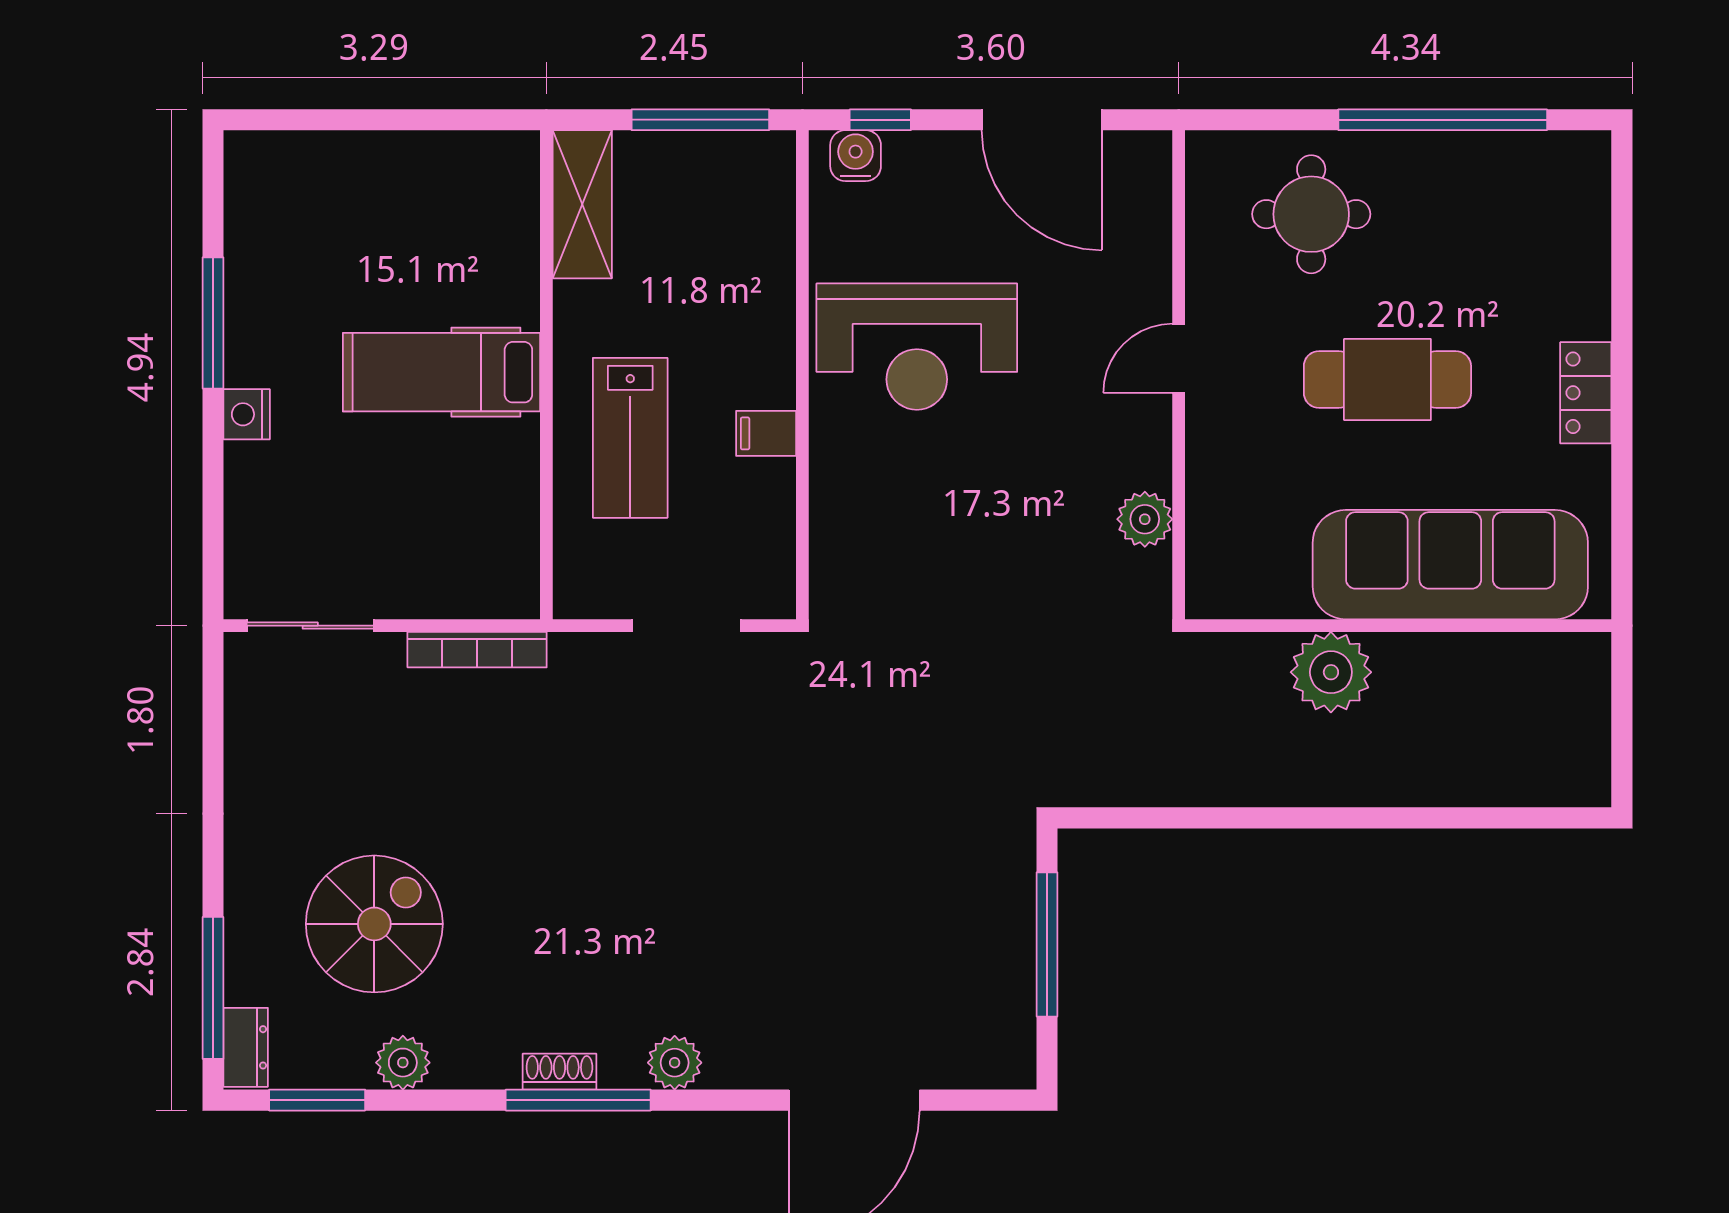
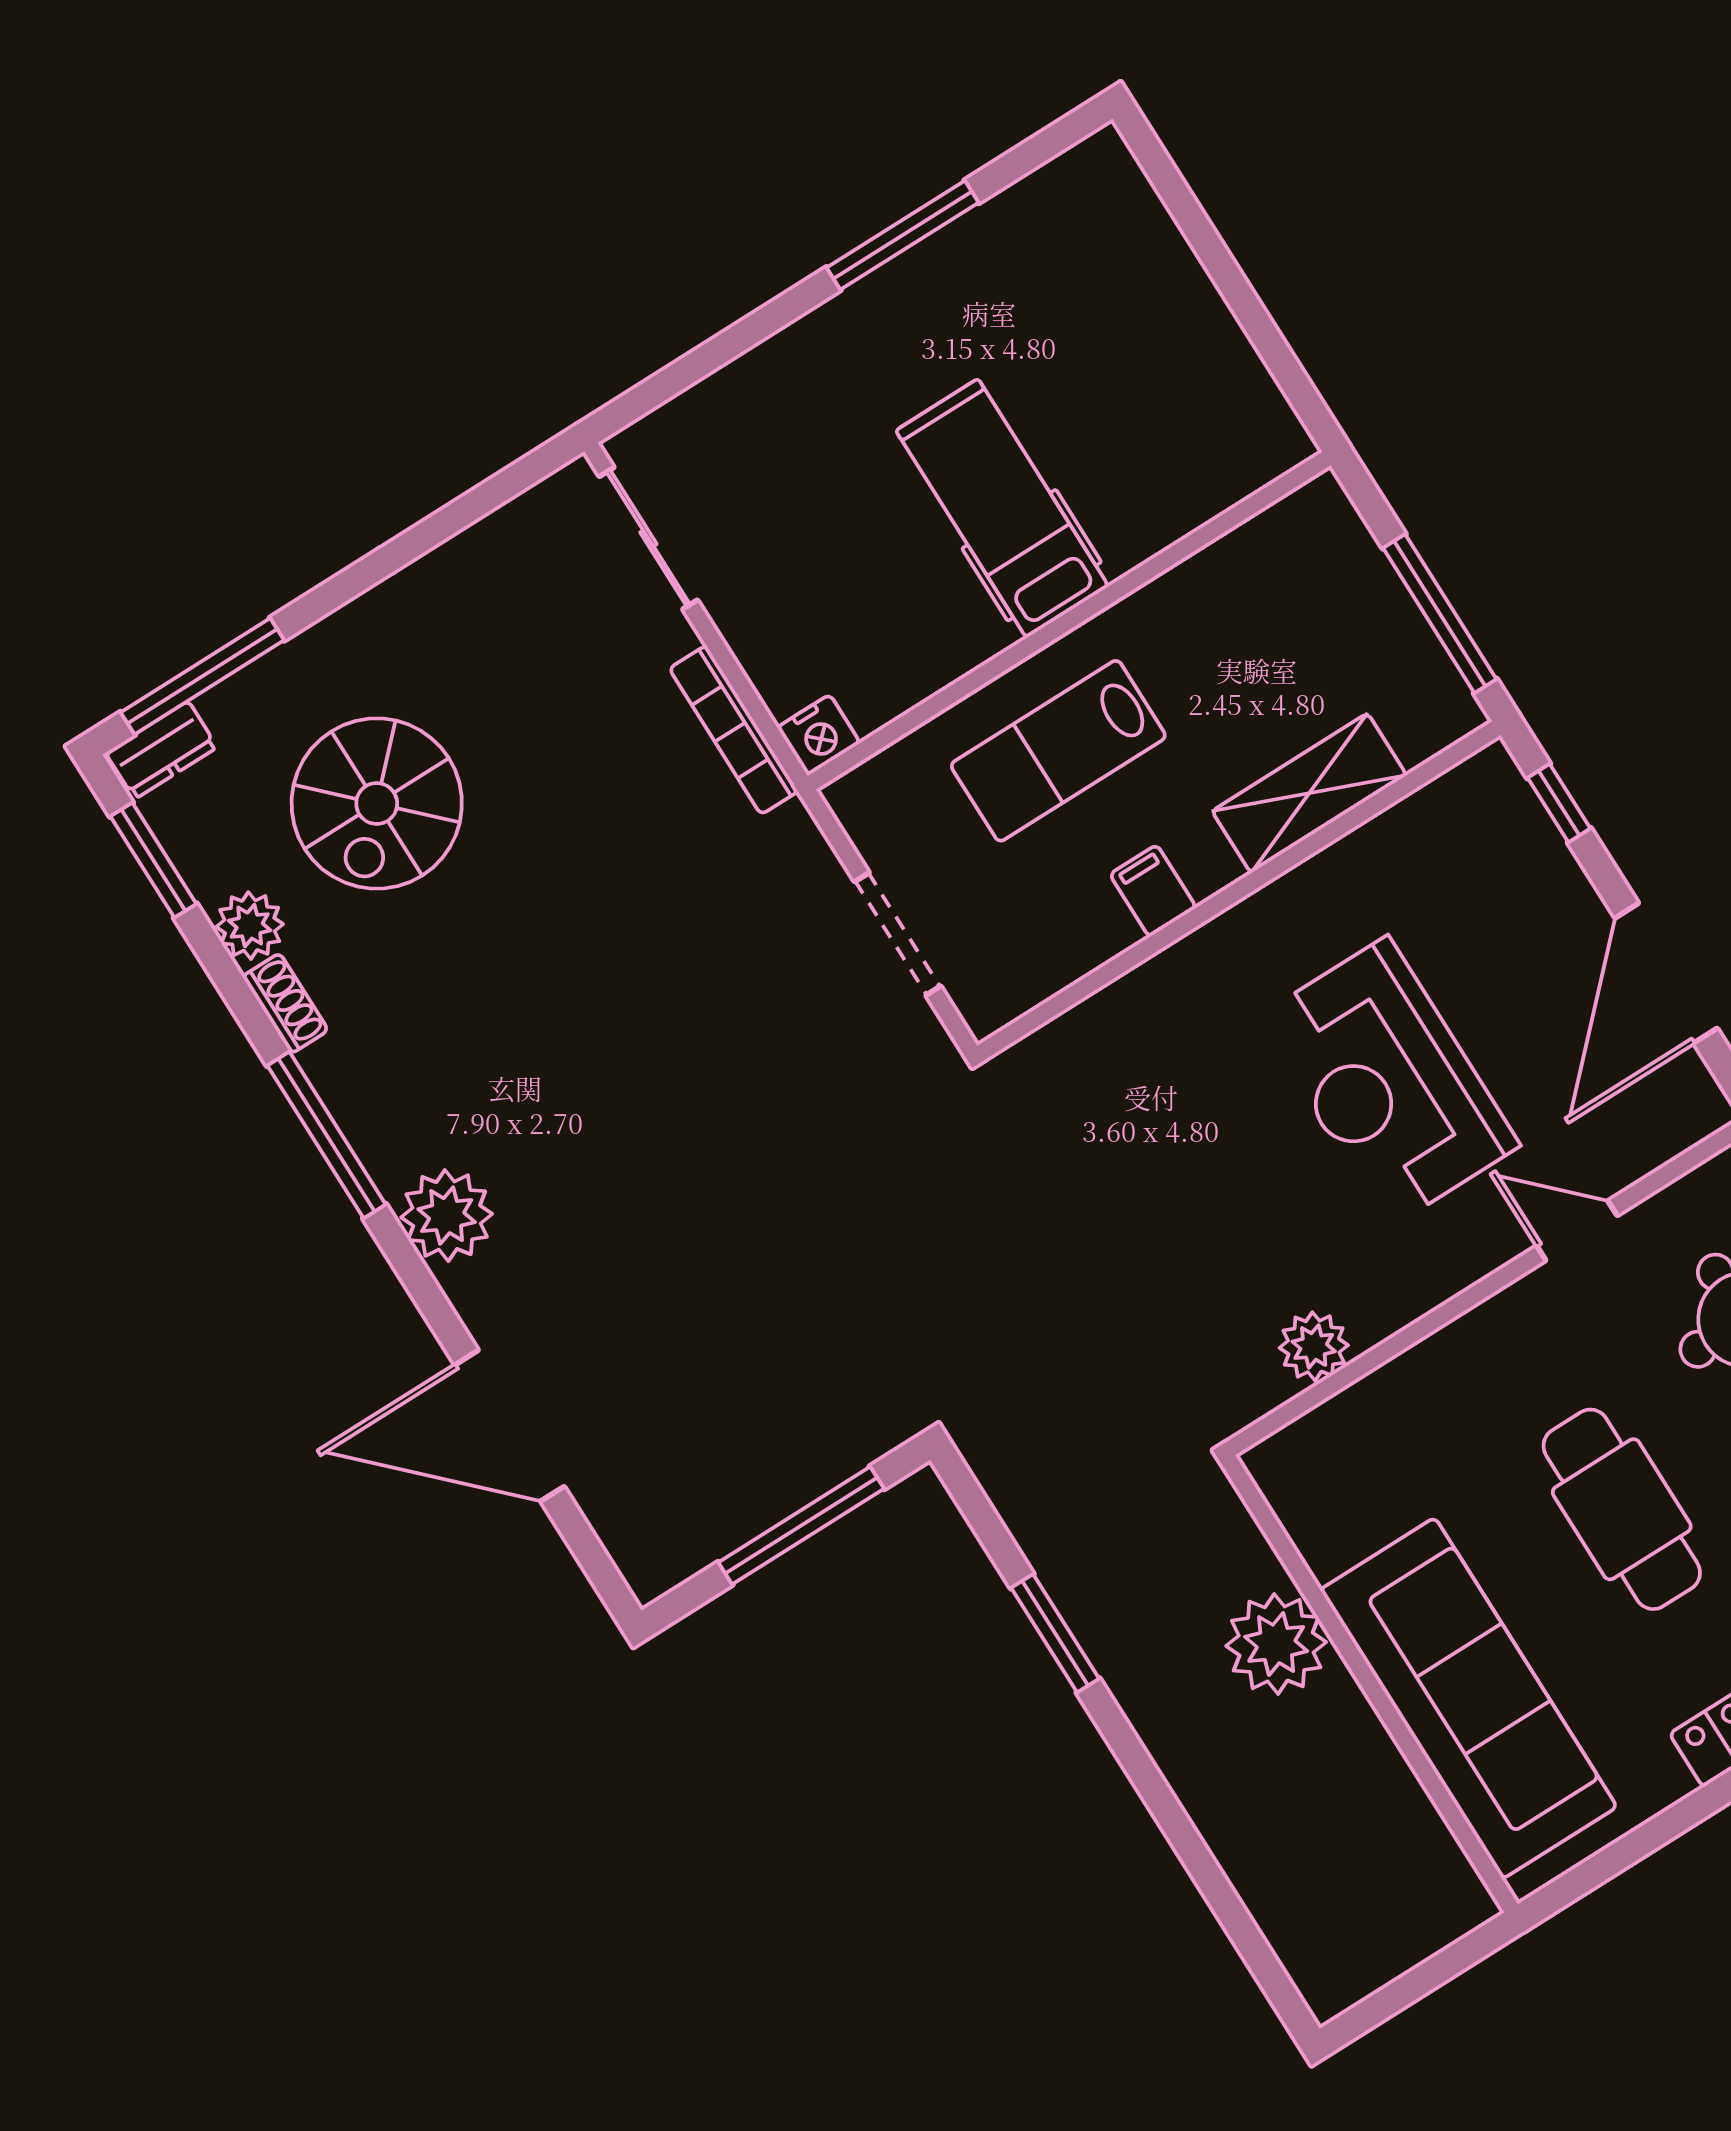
water cooler: (856, 156) -> (1505, 801), removed
shelving: (582, 204) -> (1309, 793), moved
reception desk: (917, 347) -> (1388, 1082), moved
door: (1179, 358) -> (1577, 1231), moved
nightstand: (247, 414) -> (819, 735), moved, turned 180
window: (1229, 818) -> (1055, 1633), added
spiral stairs: (374, 924) -> (377, 804), turned 90
plant: (675, 1063) -> (447, 1216), width x1.36, depth x1.36
shoe rack: (559, 1072) -> (285, 1003), moved

